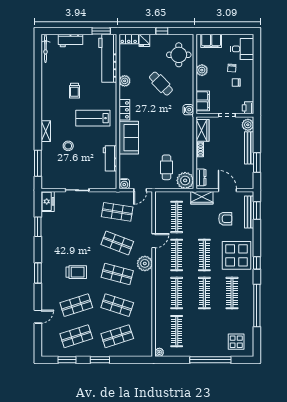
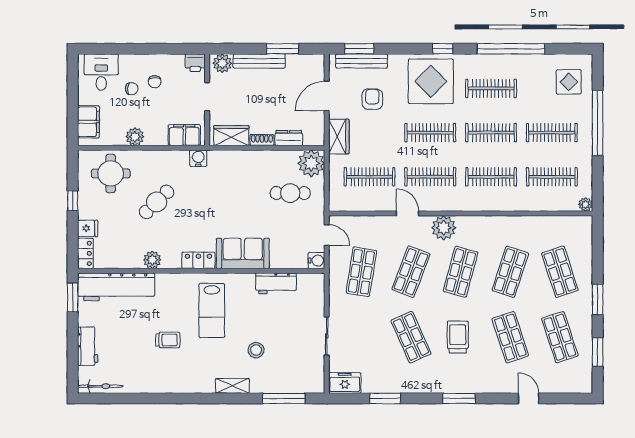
dresser: (201, 177) -> (289, 138), moved
shop shelf: (76, 243) -> (411, 337), added
clothes rail: (204, 331) -> (552, 133), added

